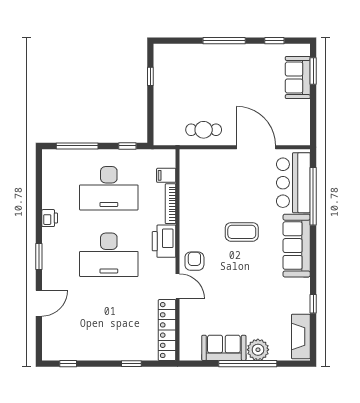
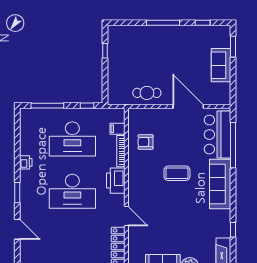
sofa: (298, 78) -> (221, 65), moved
armchair: (194, 261) -> (145, 142), moved, turned -90
door: (39, 303) -> (17, 229), hinge flipped

